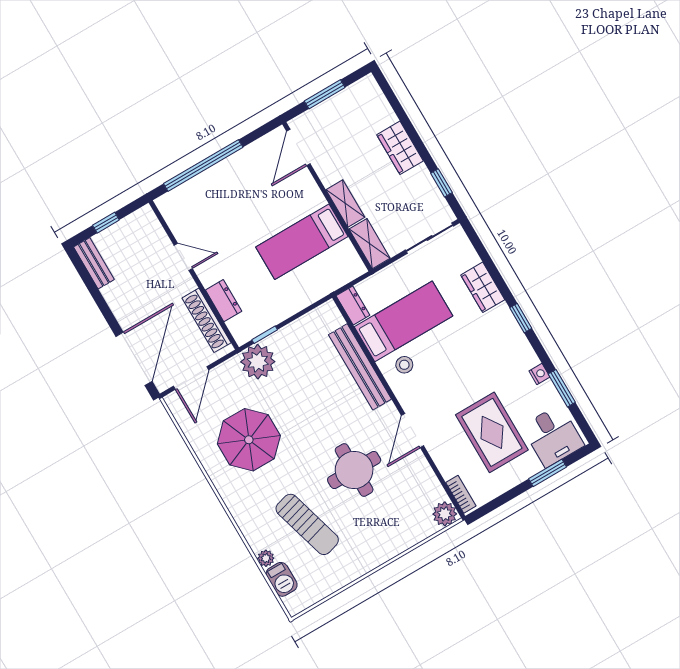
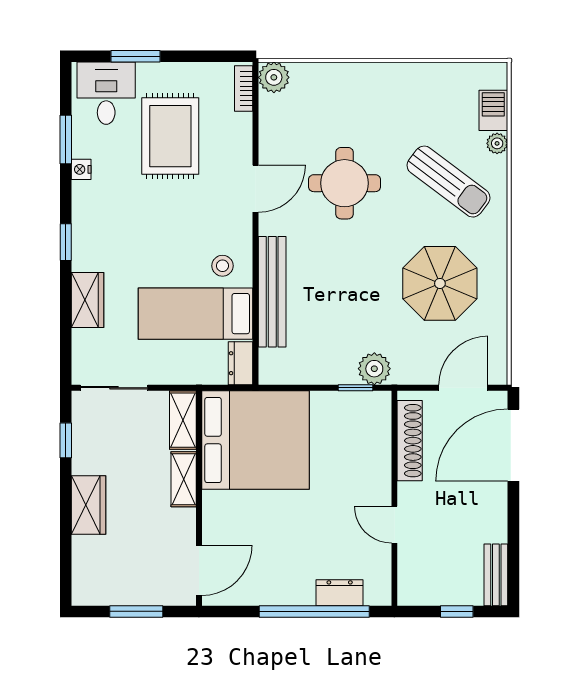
bed: (302, 242) -> (255, 440), width x2.04
dresser: (224, 301) -> (340, 593), moved, turned 90
plant: (258, 362) -> (374, 369), width x0.73, depth x0.73
sun lounger: (307, 524) -> (448, 182), moved, turned 143

